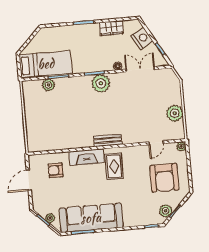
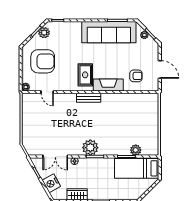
plant: (175, 113) -> (29, 116), removed
door: (156, 143) -> (47, 92), swing flipped
armchair: (164, 178) -> (43, 61), turned 90
door: (29, 180) -> (160, 69), hinge flipped

